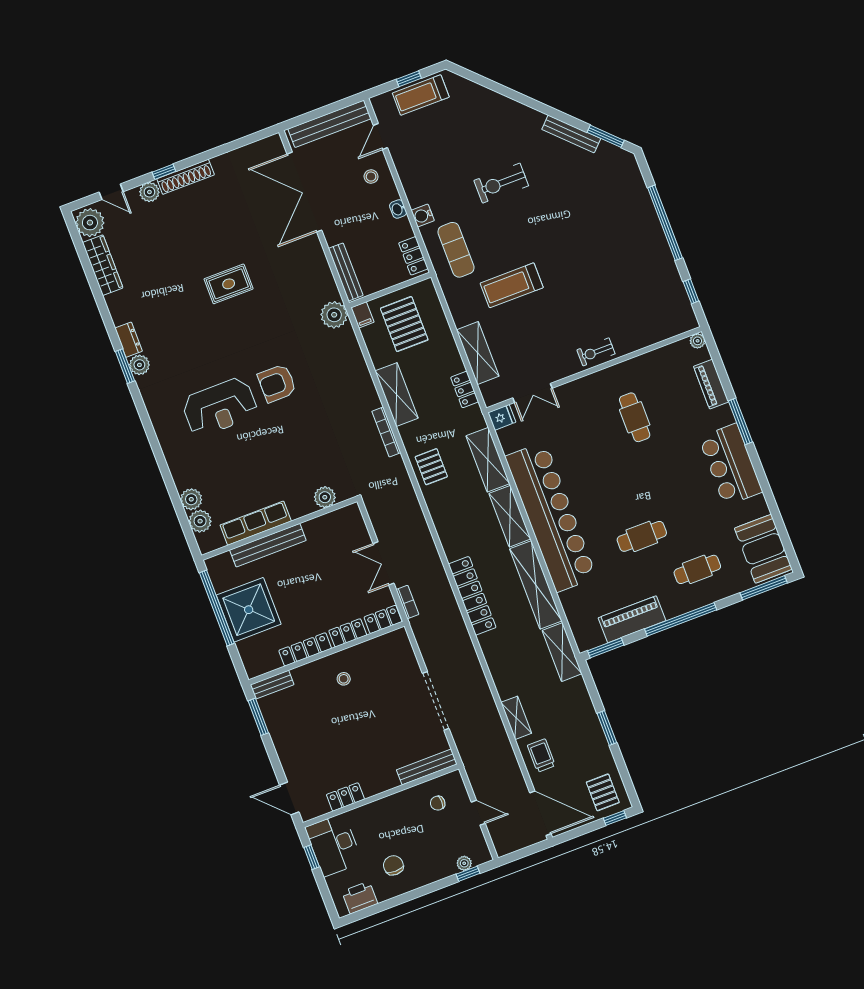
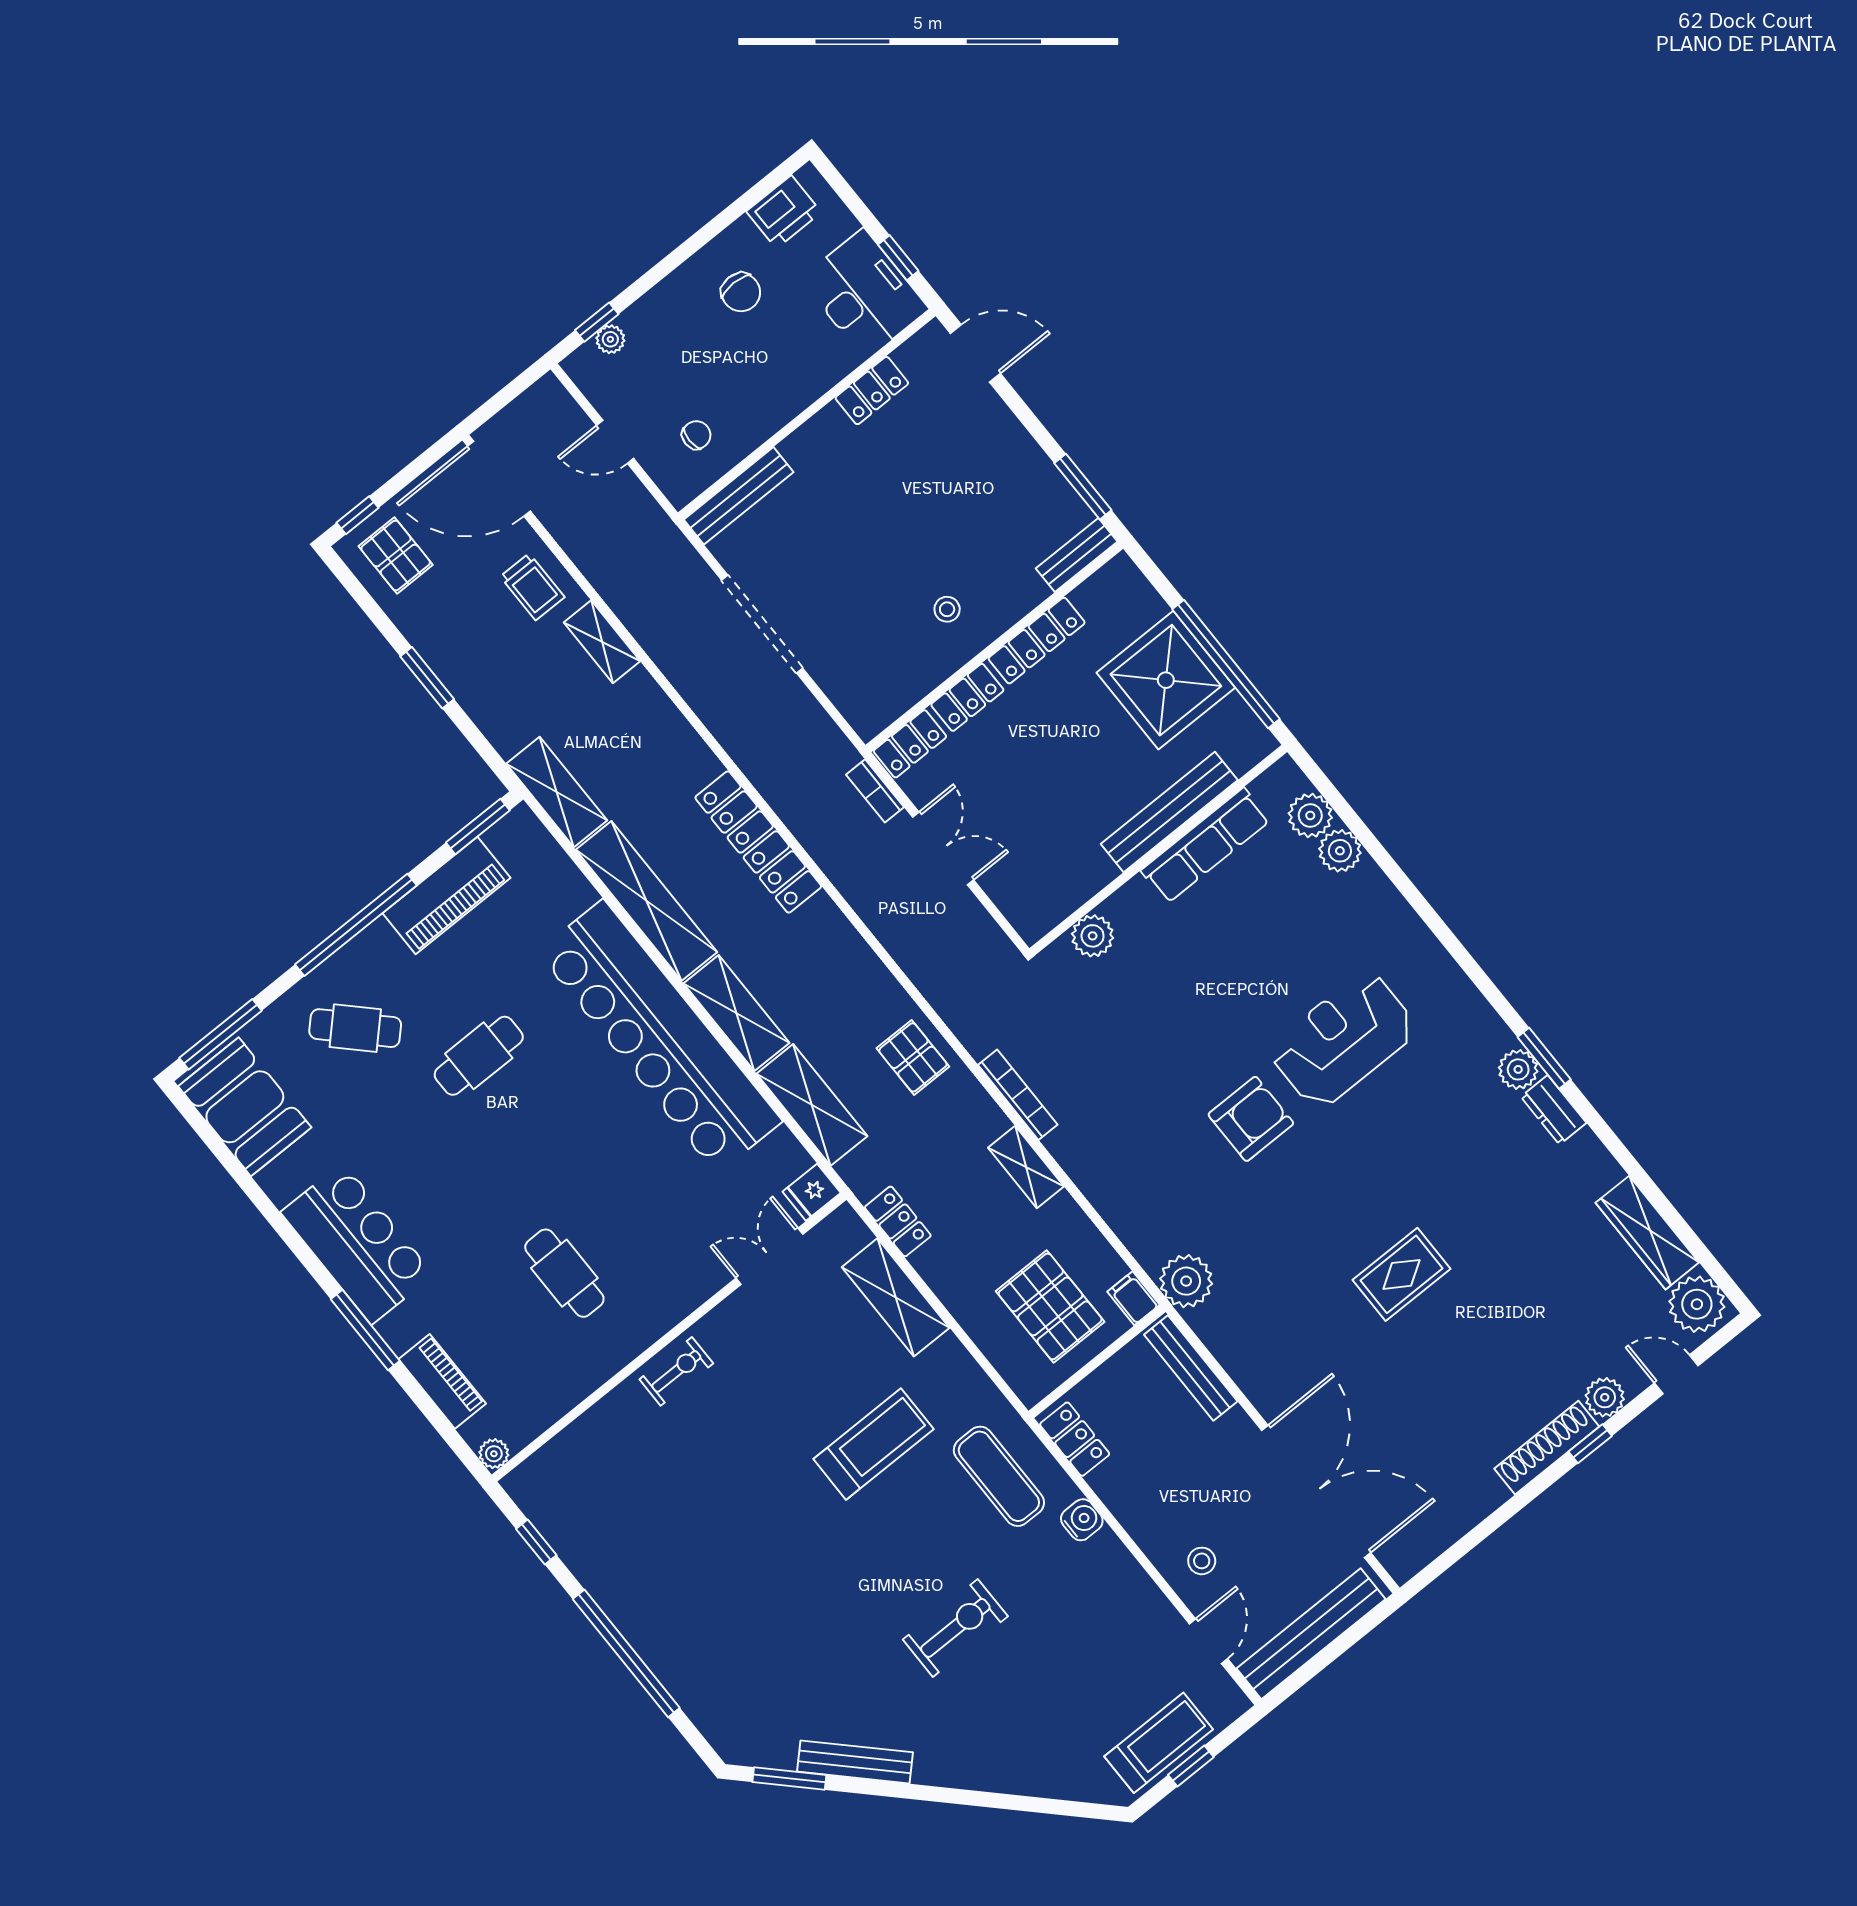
washbasin: (398, 209) -> (1132, 1517), removed
shelving: (397, 395) -> (1026, 1167), width x0.67, depth x0.75
cafe table: (697, 569) -> (355, 1028), turned 45

